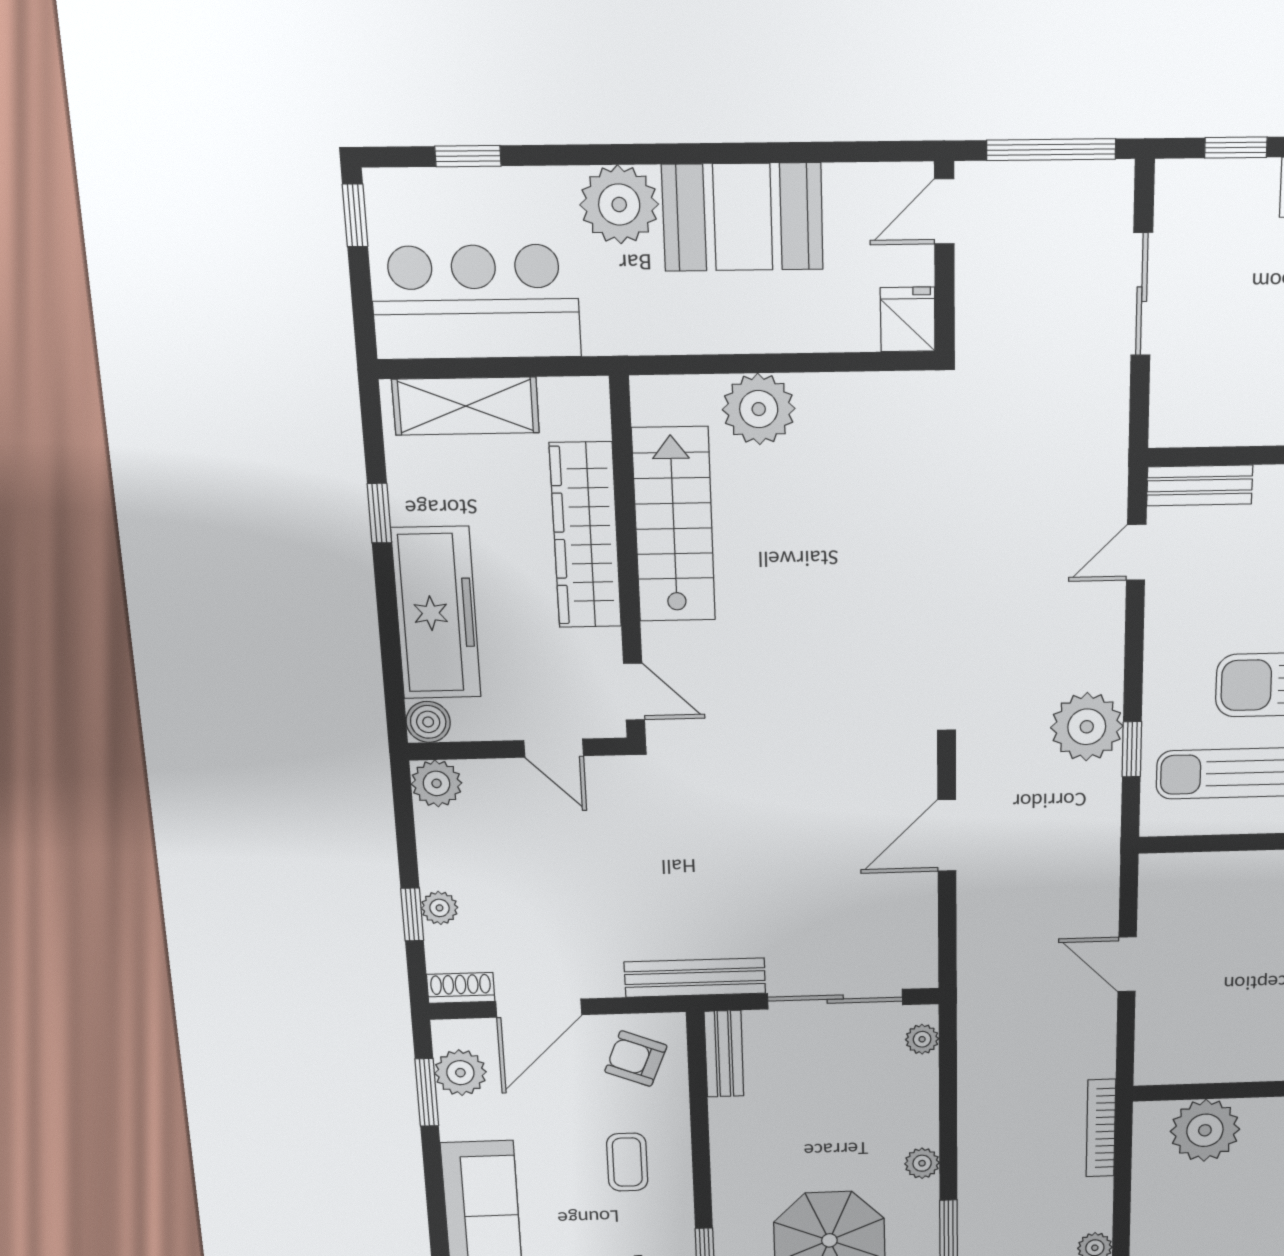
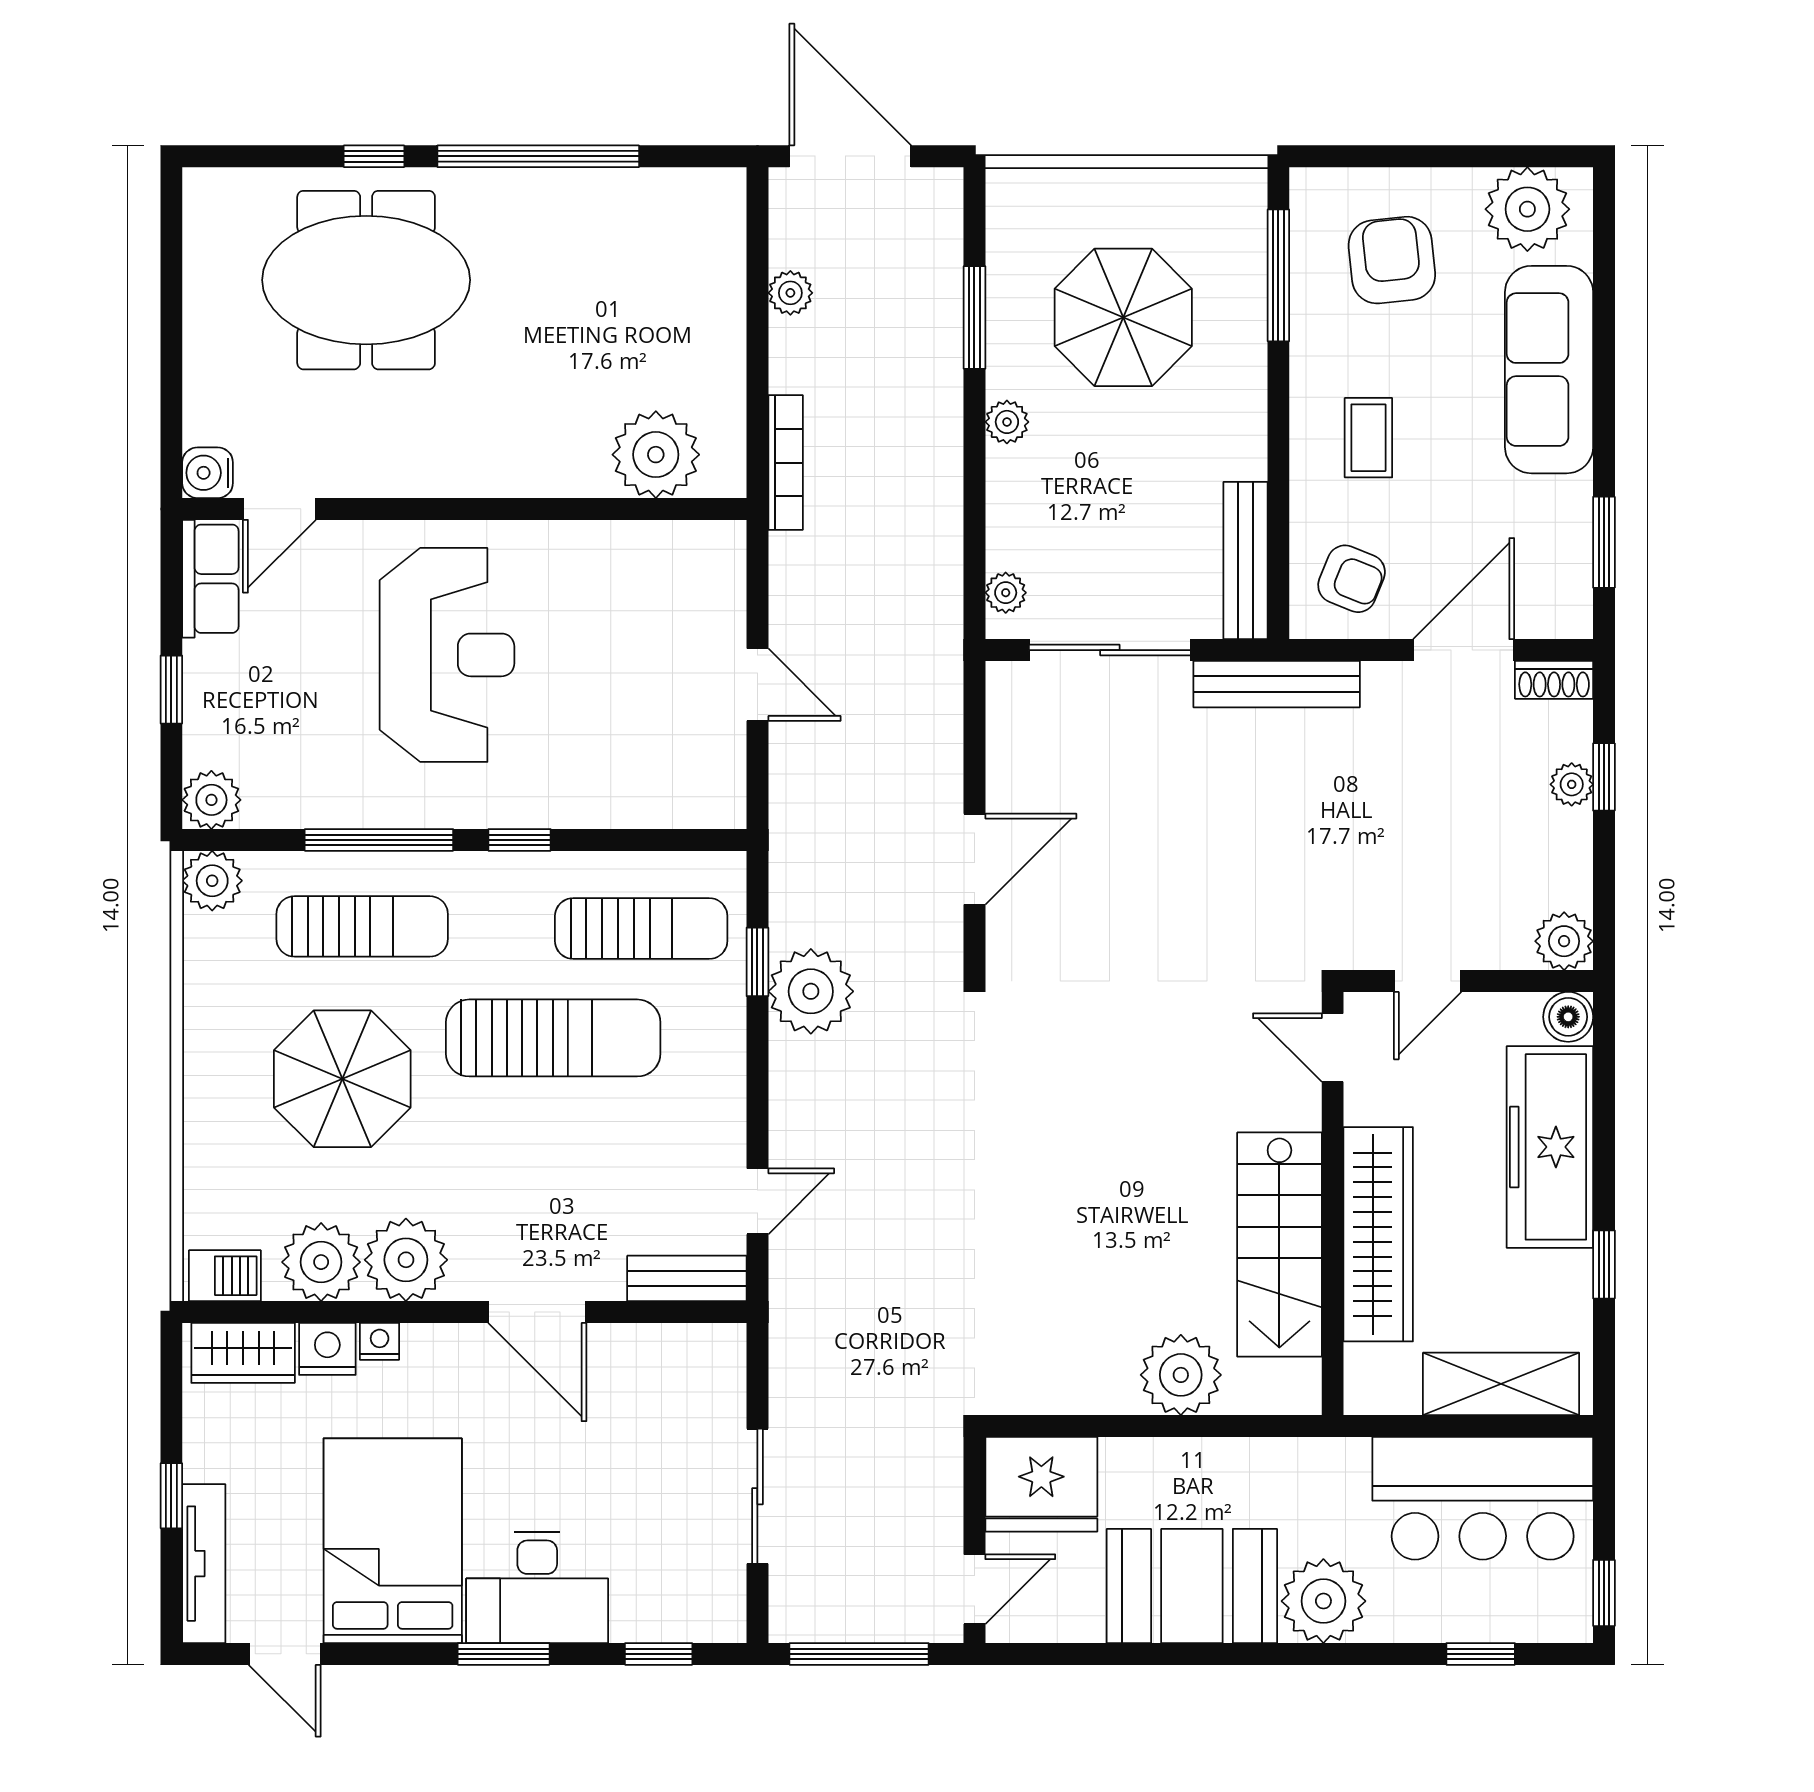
fridge: (908, 319) -> (1041, 1484), width x1.88, depth x1.34
door: (554, 748) -> (1428, 981), swing flipped
bench: (724, 1054) -> (1245, 560), width x1.36
plant: (460, 1073) -> (1562, 567), removed

